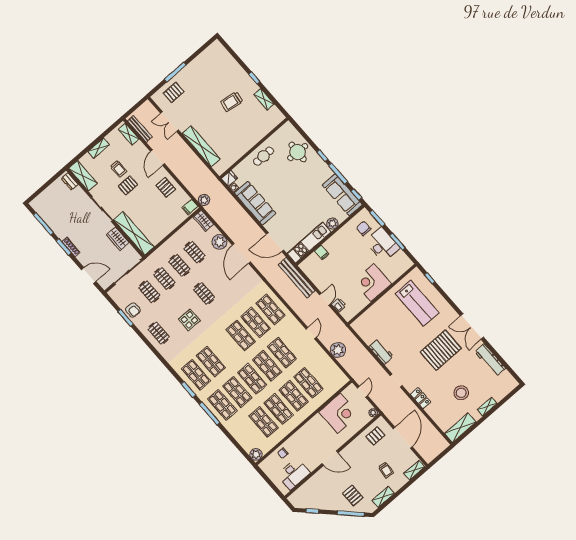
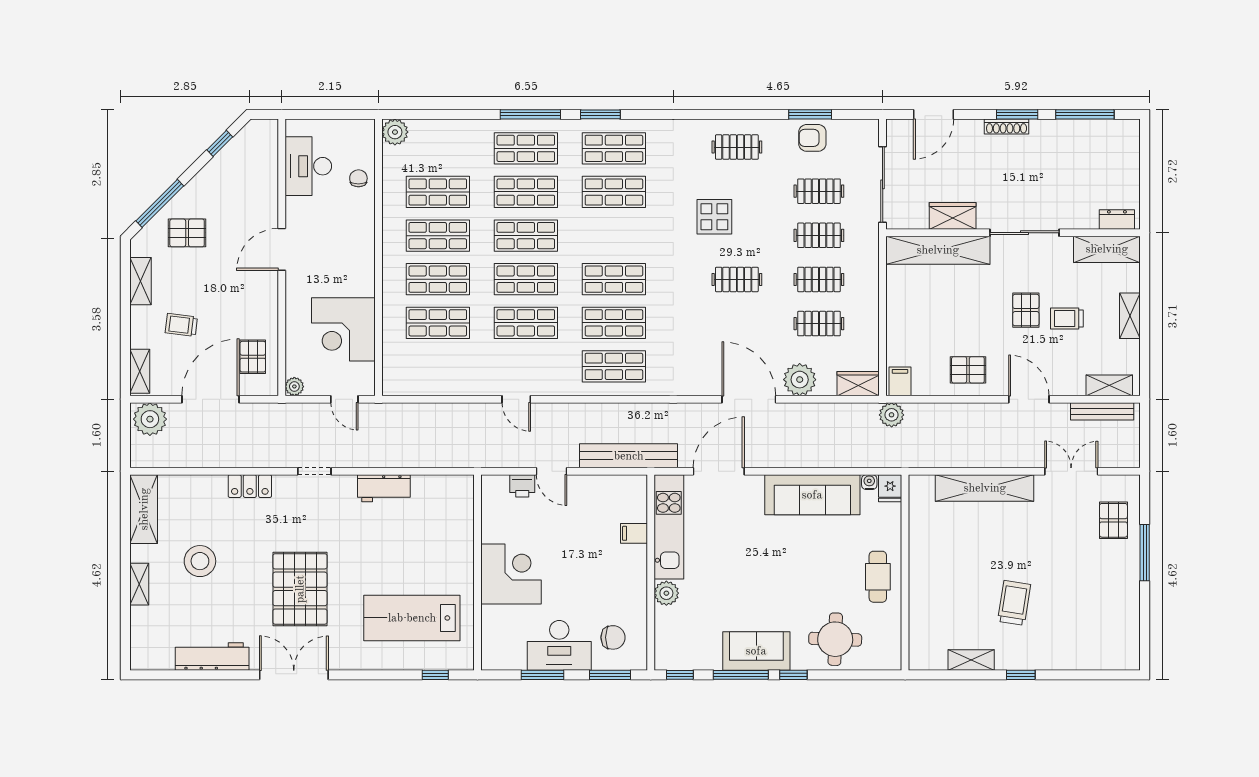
sofa: (342, 195) -> (756, 651), moved, width x0.73
plant: (338, 350) -> (150, 419), moved
door: (403, 438) -> (210, 399), swing flipped

